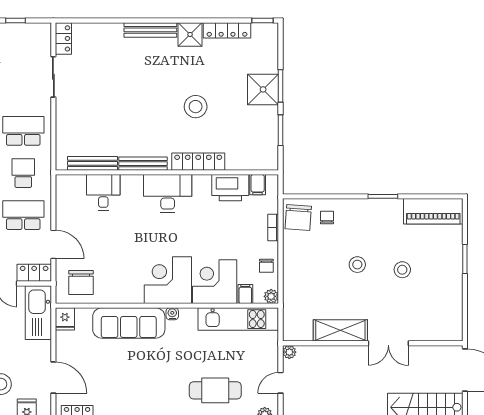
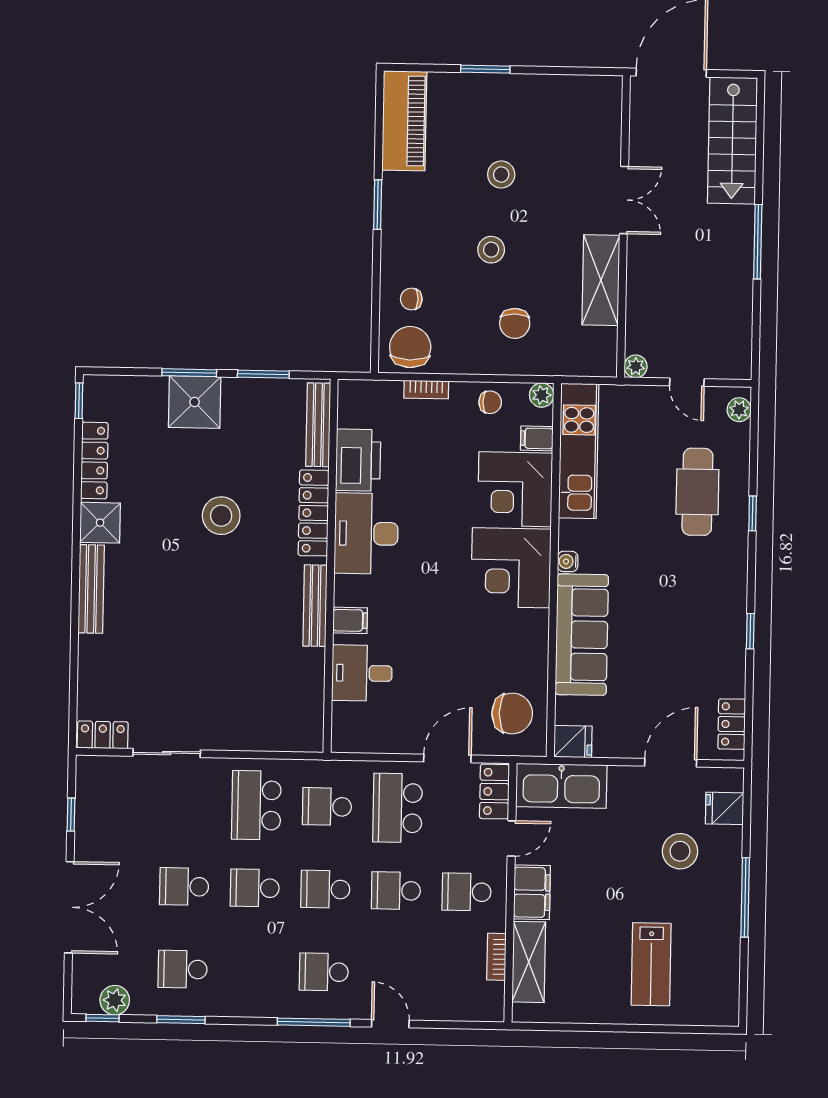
bench: (92, 163) -> (318, 425), moved
filing cabinet: (258, 185) -> (350, 620), moved
desk: (168, 193) -> (366, 533), moved
chair: (298, 217) -> (410, 347), turned -94
chair: (314, 279) -> (515, 323), added

